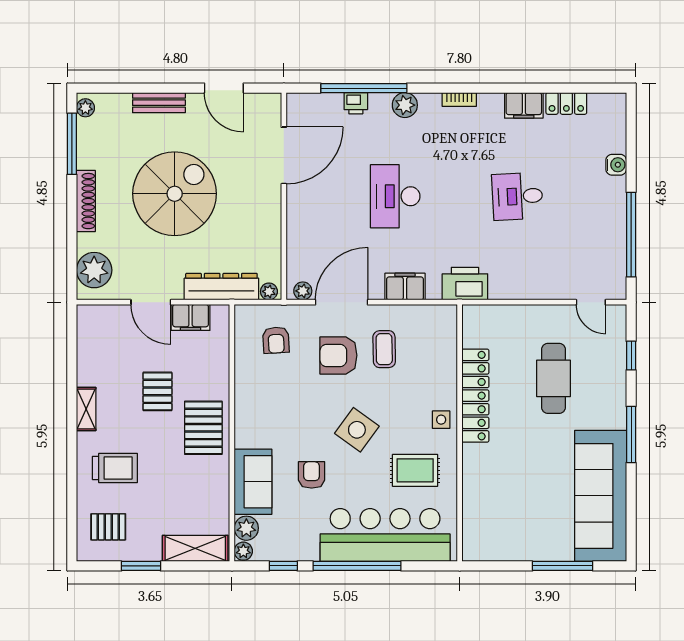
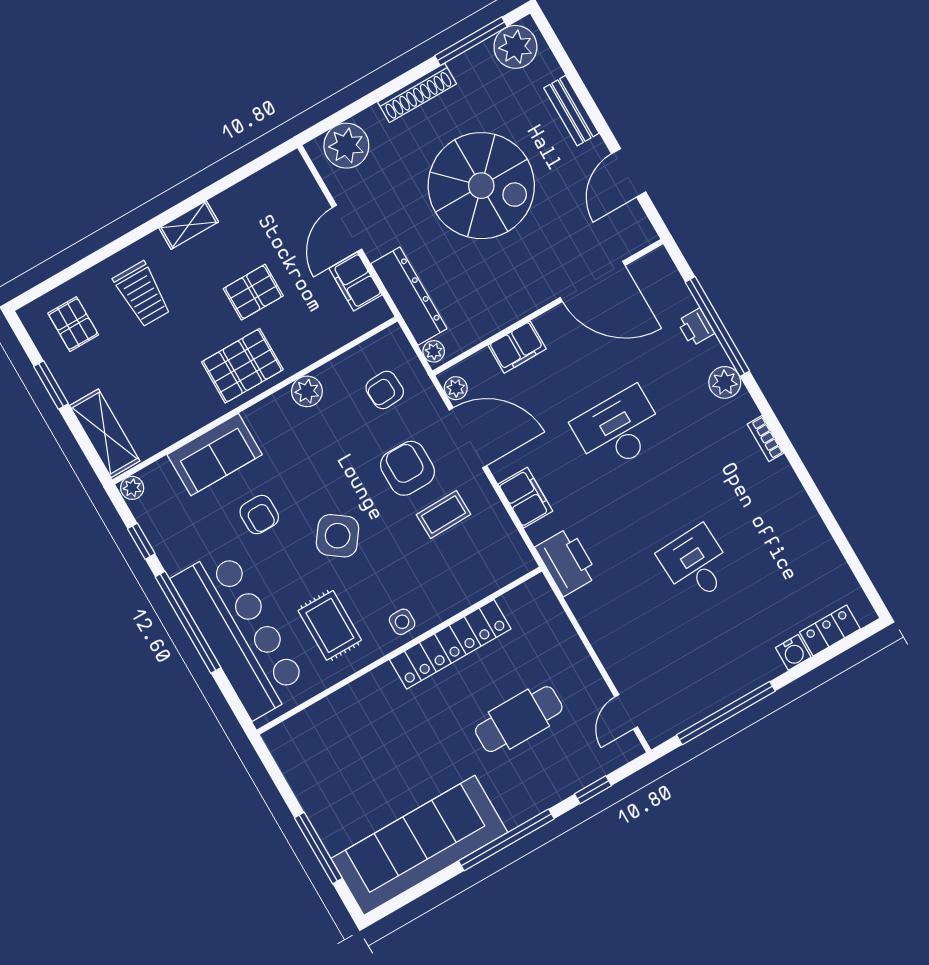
locker: (566, 103) -> (830, 631), moved, turned 90
filing cabinet: (524, 105) -> (517, 347), moved, turned -90
plant: (85, 108) -> (515, 47), width x1.88, depth x1.88
window: (631, 434) -> (506, 840), width x1.46
armchair: (312, 475) -> (259, 515), turned 90
plant: (246, 528) -> (307, 391), moved

